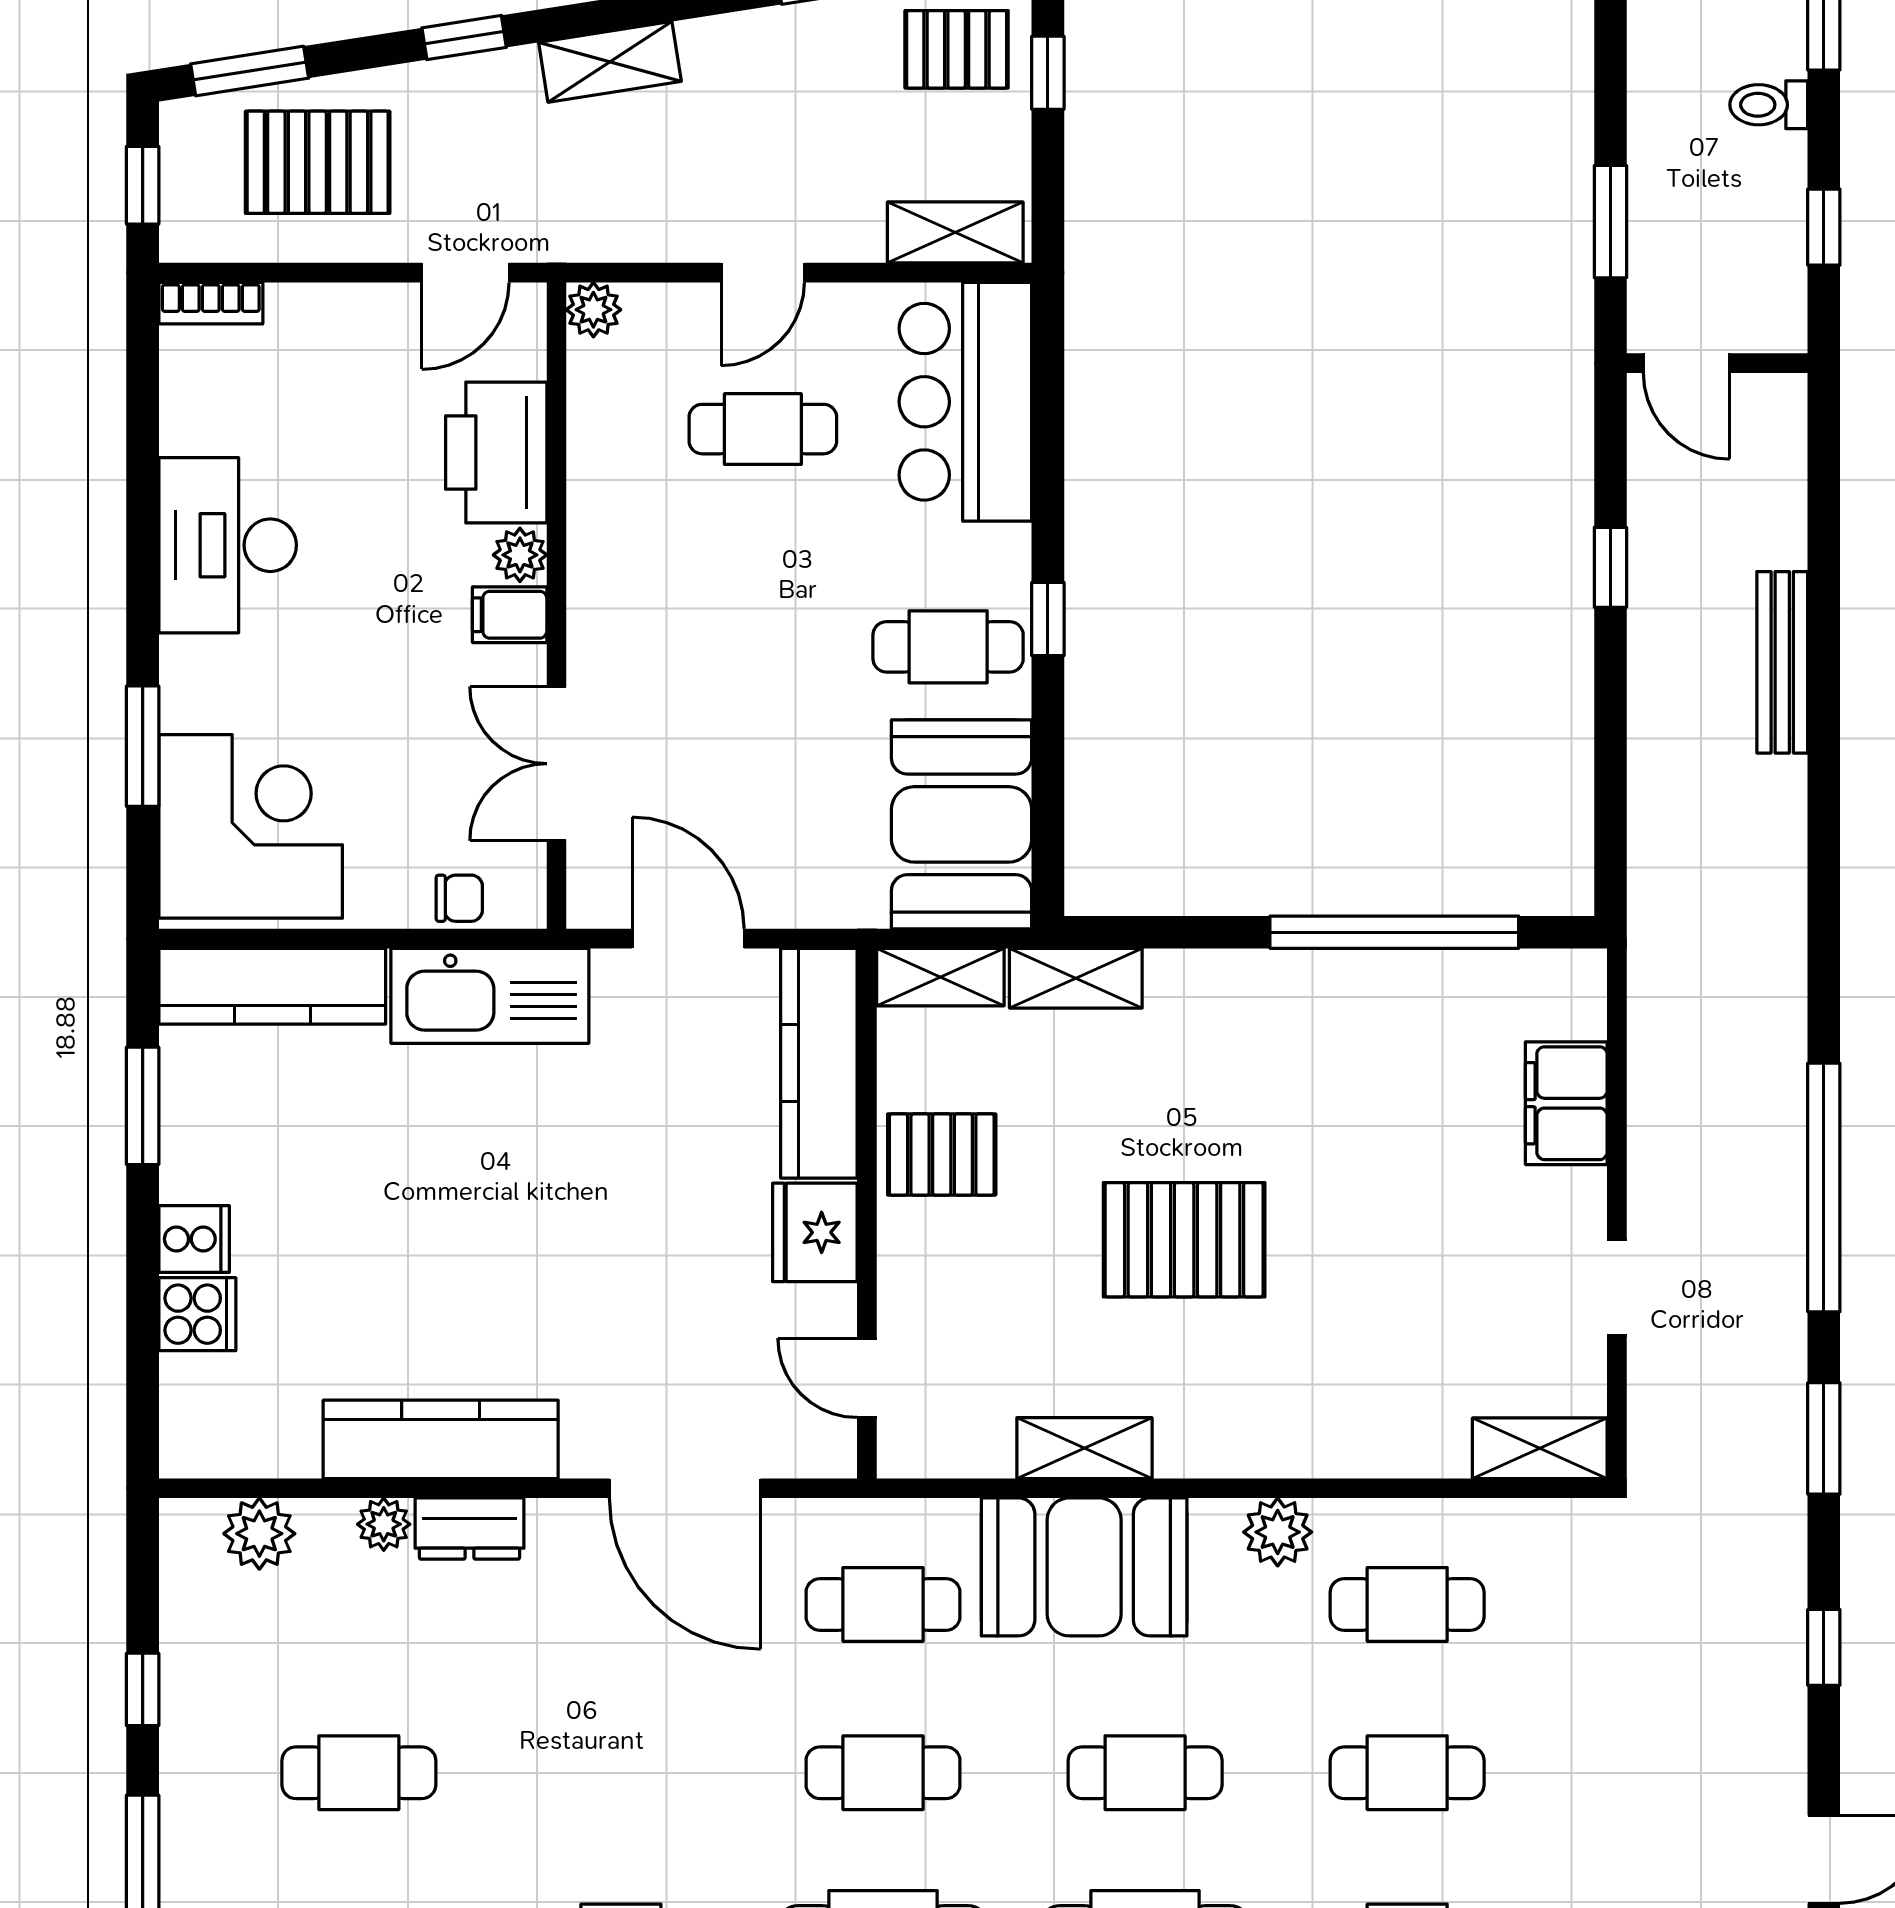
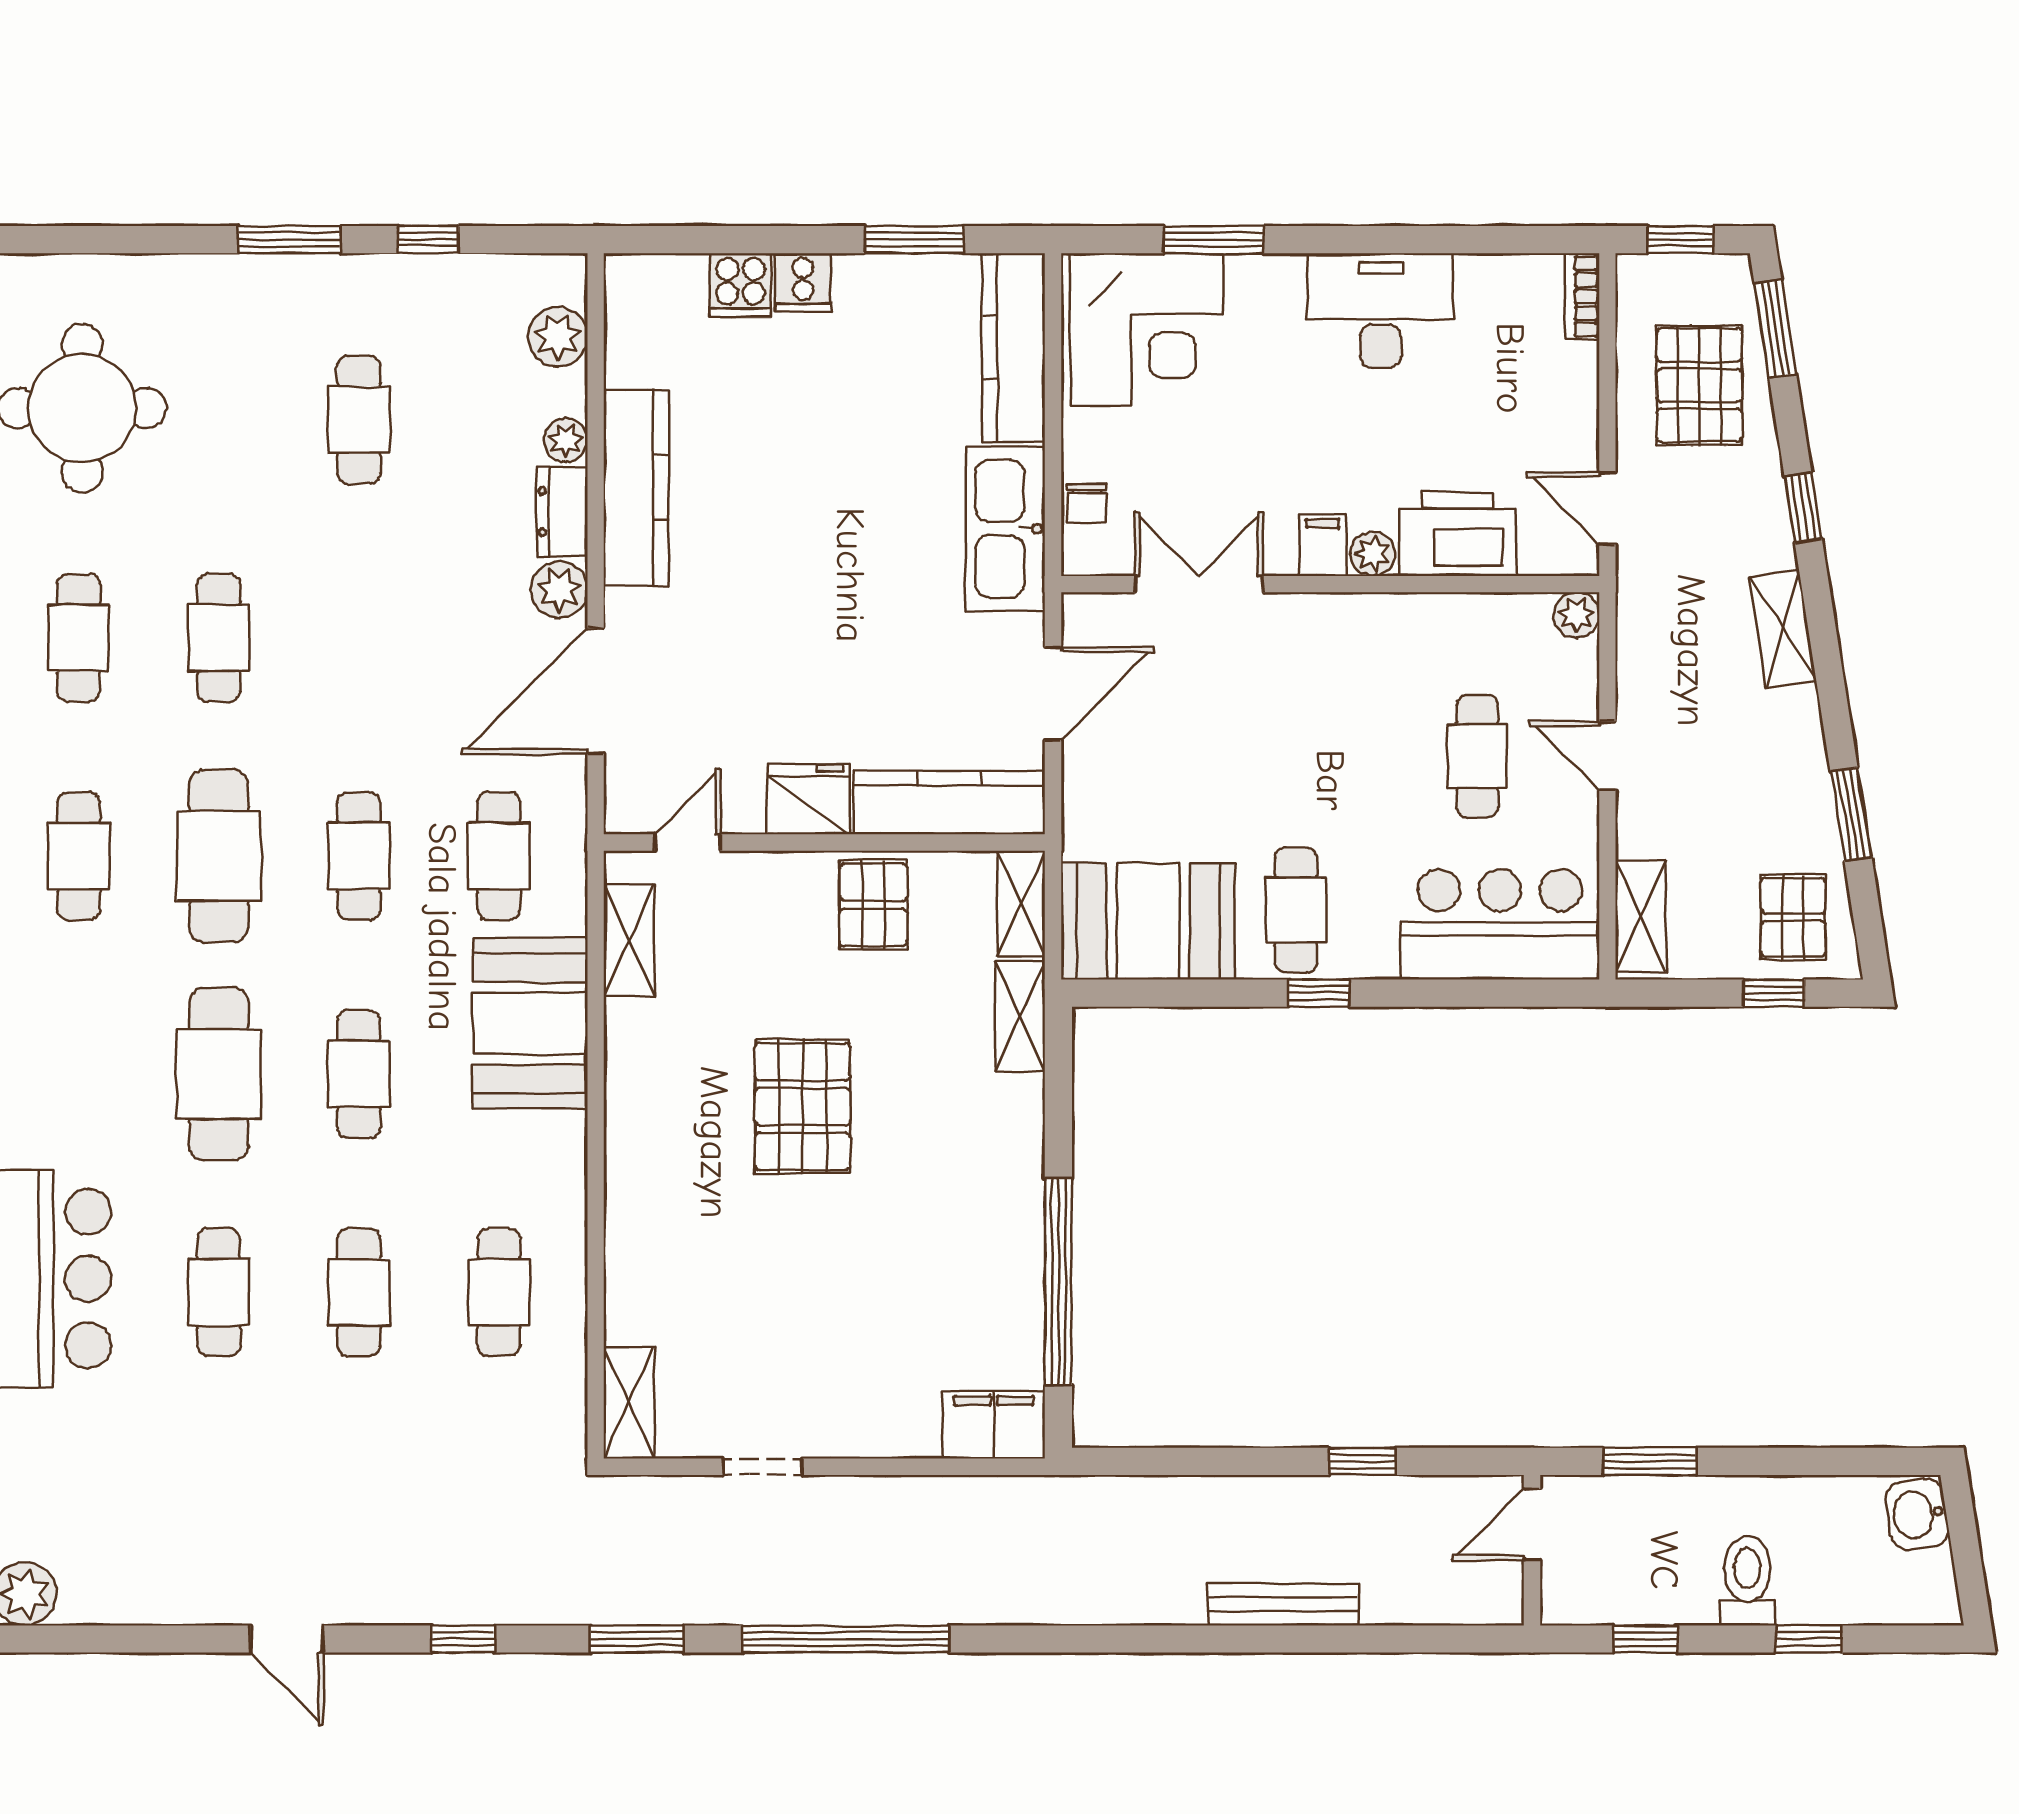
toilet: (1769, 105) -> (1747, 1581), width x1.37, depth x1.39
filing cabinet: (1566, 1103) -> (994, 1425), moved
shelving: (1084, 1448) -> (629, 940), moved
plant: (1278, 1532) -> (559, 590), moved

